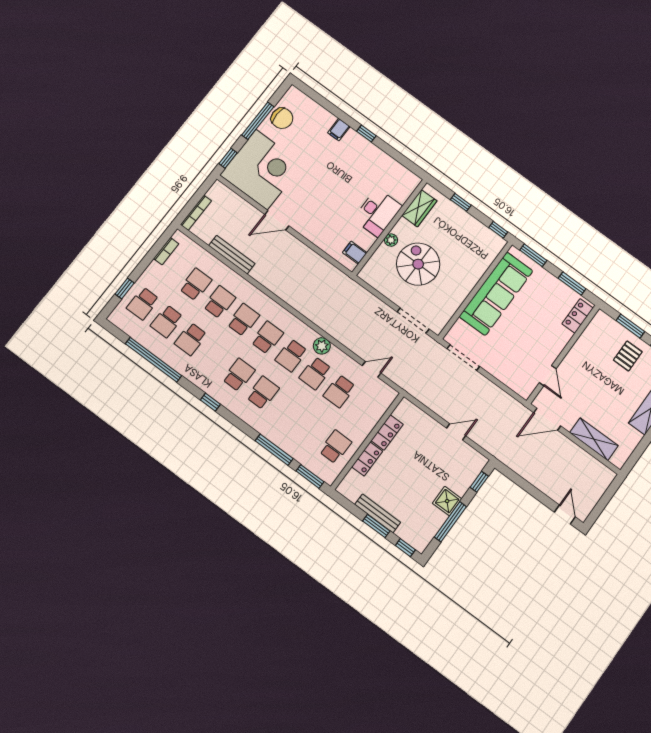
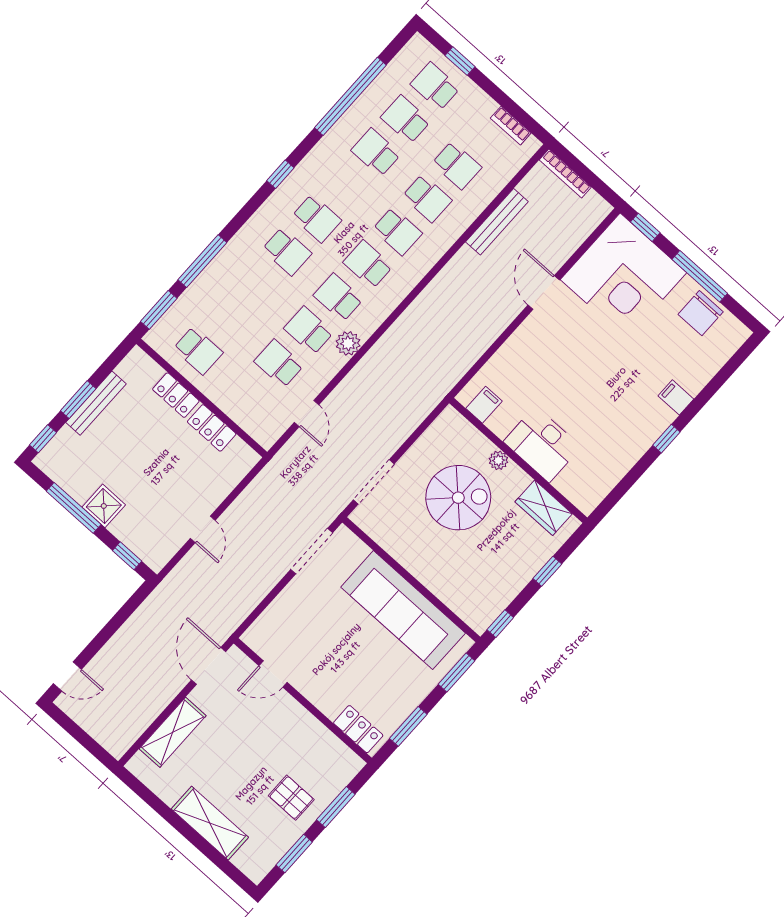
school desk: (267, 338) -> (368, 264), turned 180

